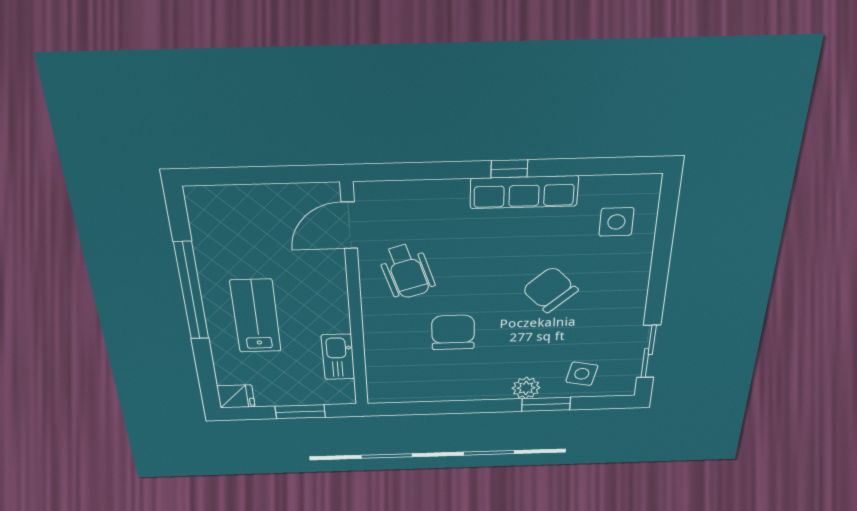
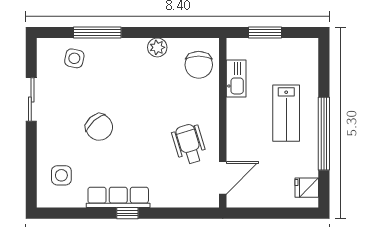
chair: (453, 332) -> (199, 65), moved
sliding door: (649, 352) -> (31, 100), moved
plant: (526, 388) -> (157, 47), moved
fridge: (236, 396) -> (307, 188), moved
window: (546, 404) -> (97, 32), width x1.44

